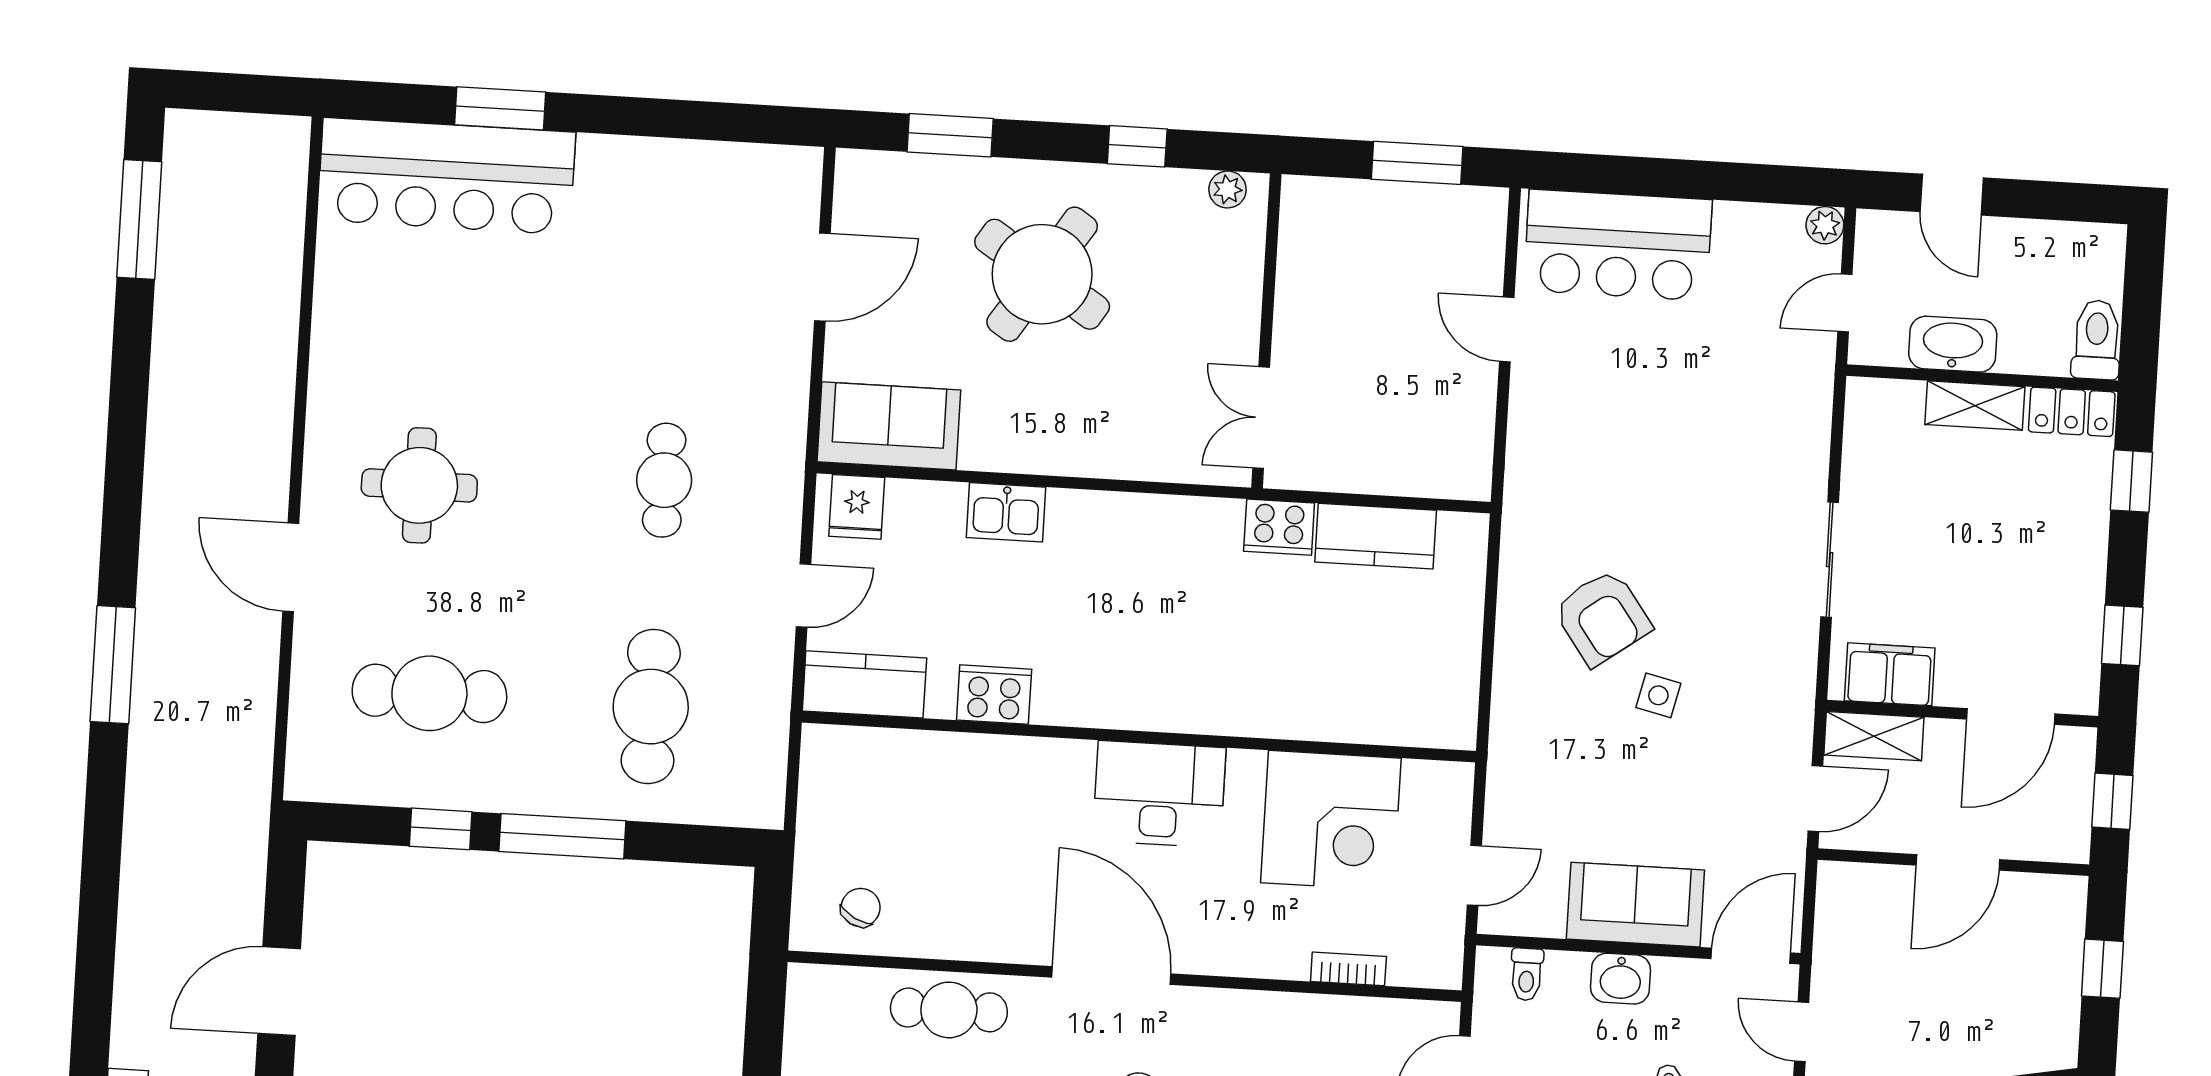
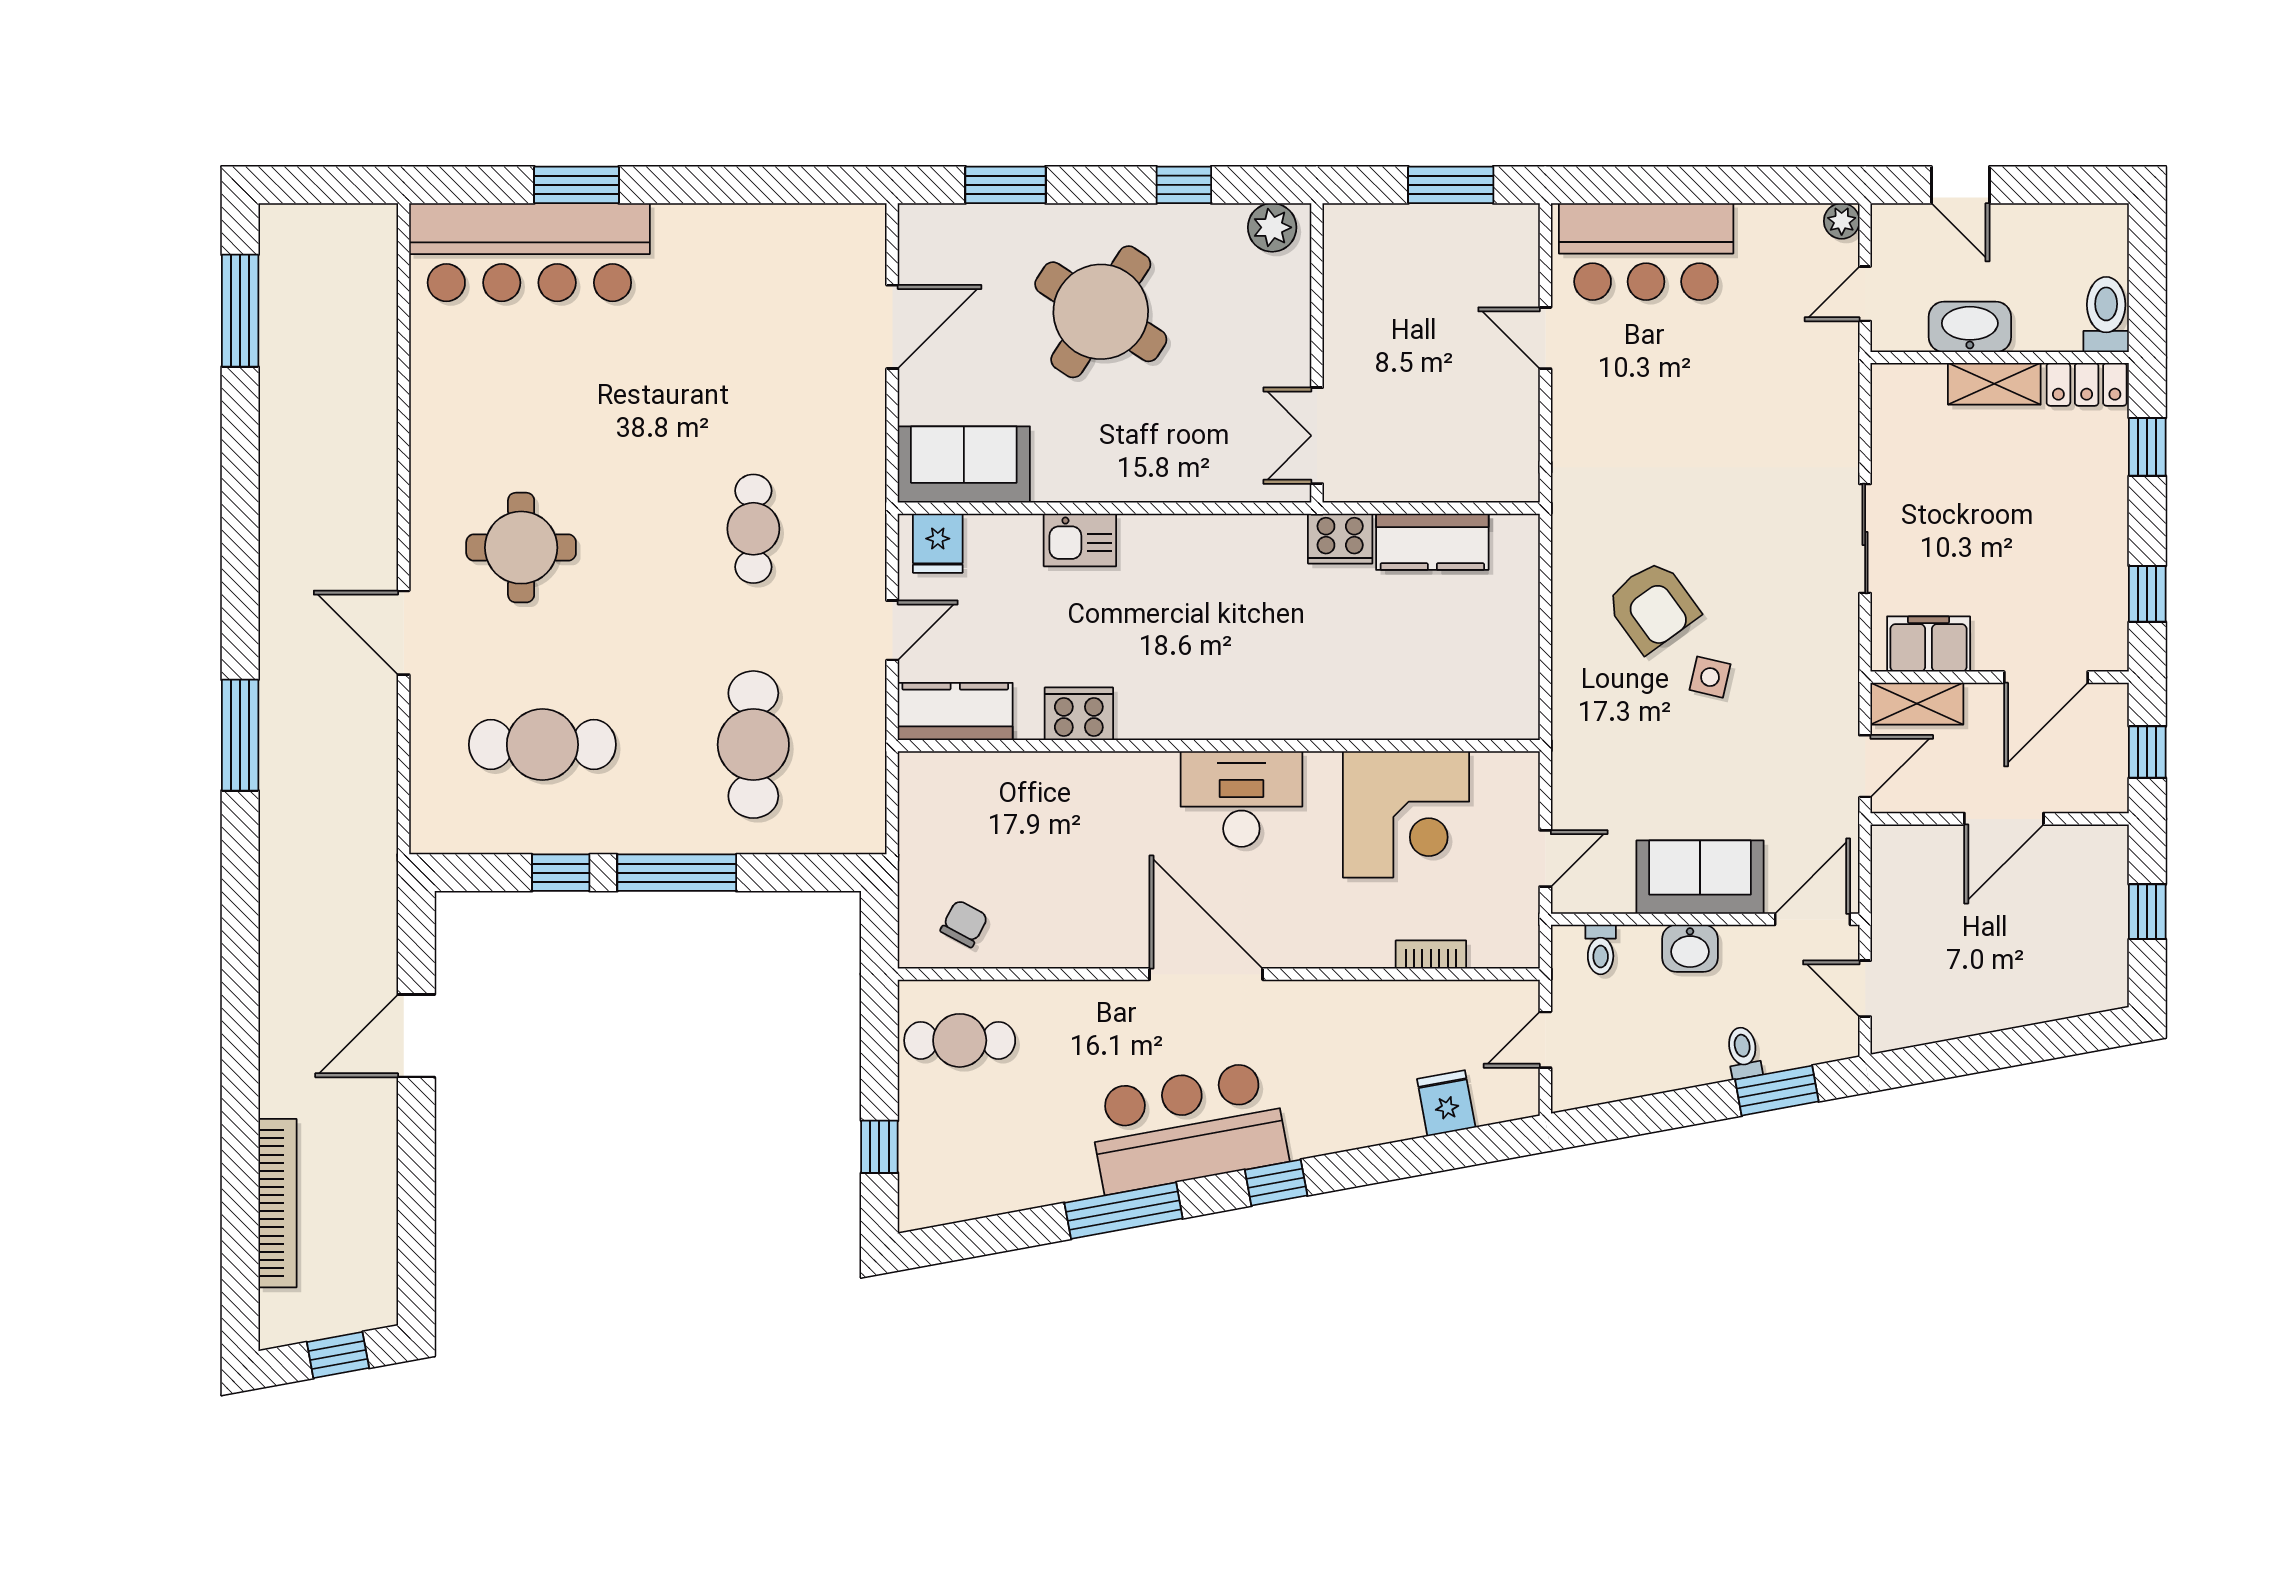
plant: (1228, 190) -> (1272, 227), width x1.38, depth x1.38
cafe table: (949, 1010) -> (960, 1040), moved

